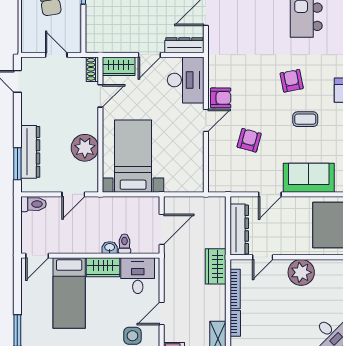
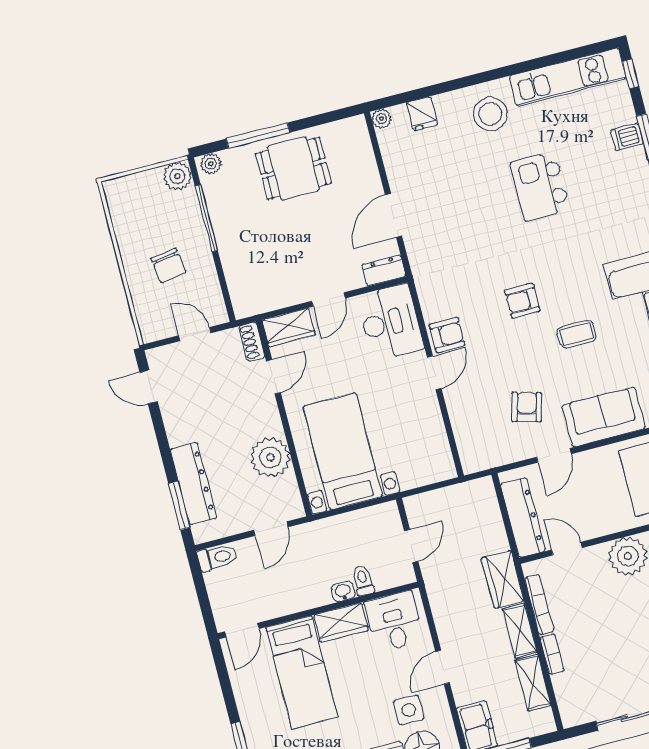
dresser: (184, 45) -> (384, 270), width x0.70
armchair: (292, 81) -> (522, 301), moved, turned -79
armchair: (249, 140) -> (527, 407), moved
door: (162, 229) -> (411, 546), width x0.73
door: (263, 257) -> (567, 549), swing flipped
shelving: (218, 303) -> (520, 631), added

